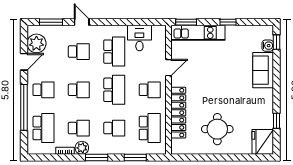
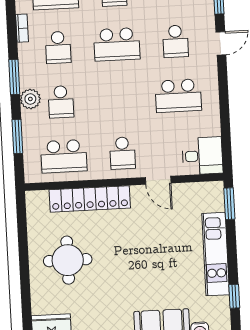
window: (228, 22) -> (234, 296), moved
kitchen unit: (198, 33) -> (216, 254), moved
desk: (139, 38) -> (202, 156), moved
school desk: (79, 90) -> (117, 44), width x1.85
school desk: (114, 90) -> (120, 99), removed
plant: (82, 148) -> (30, 99), moved

